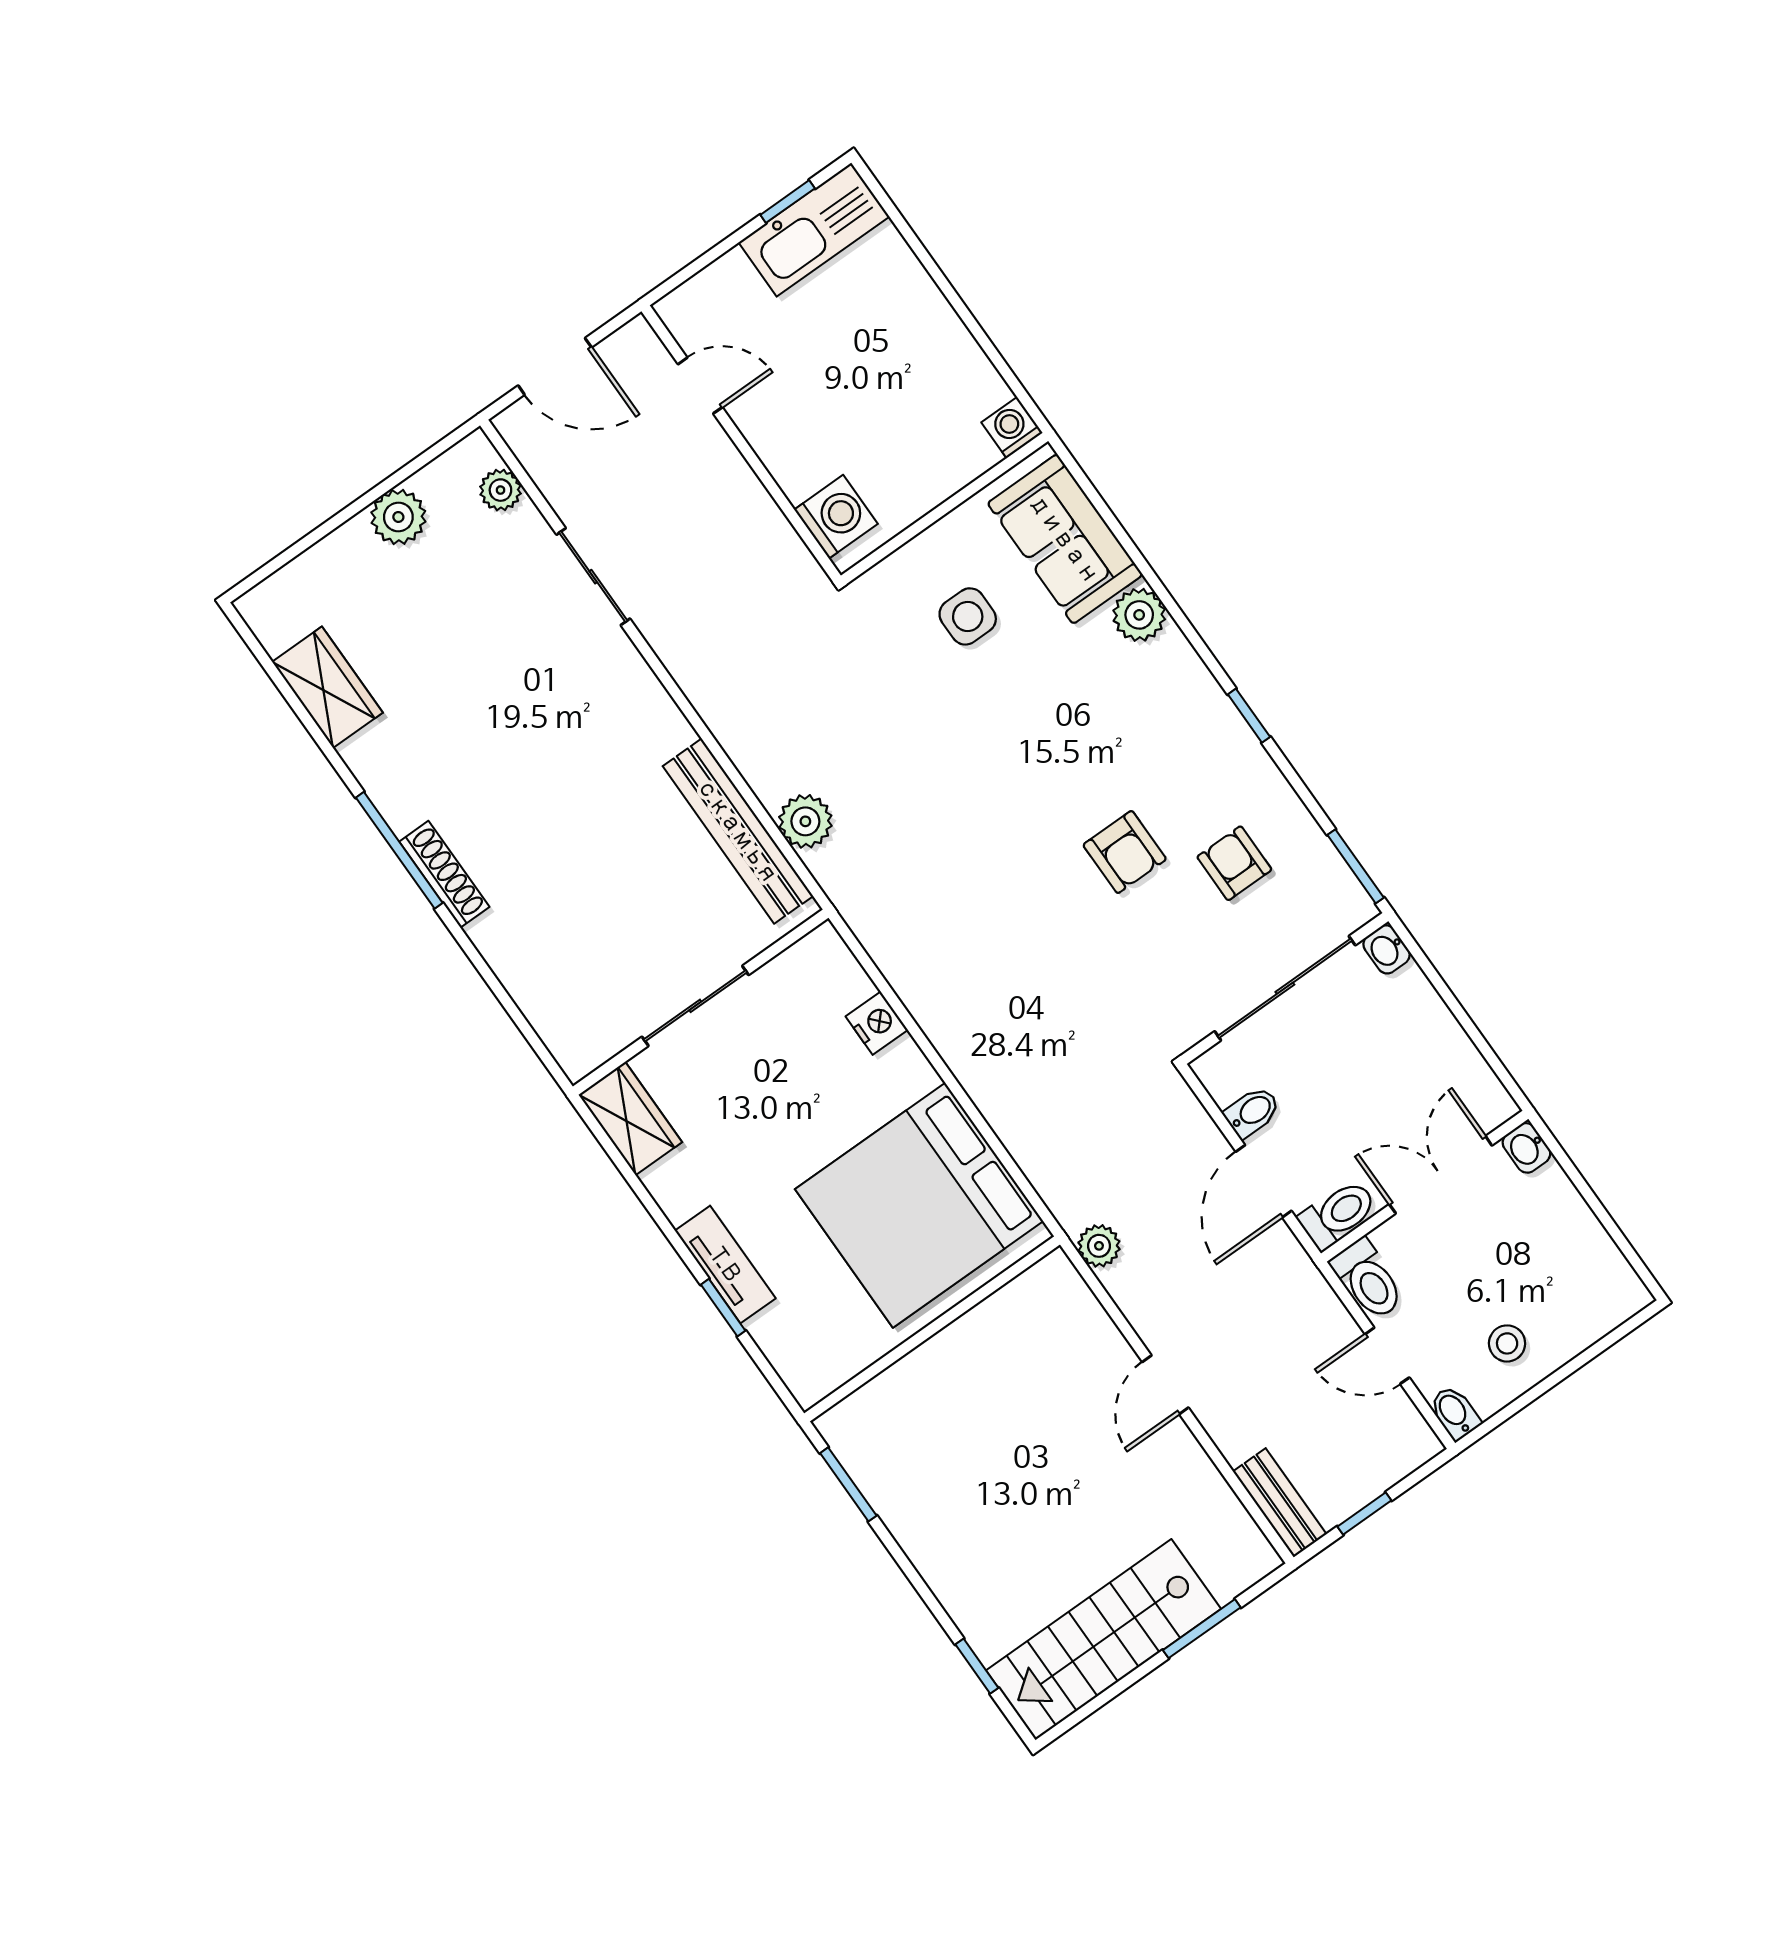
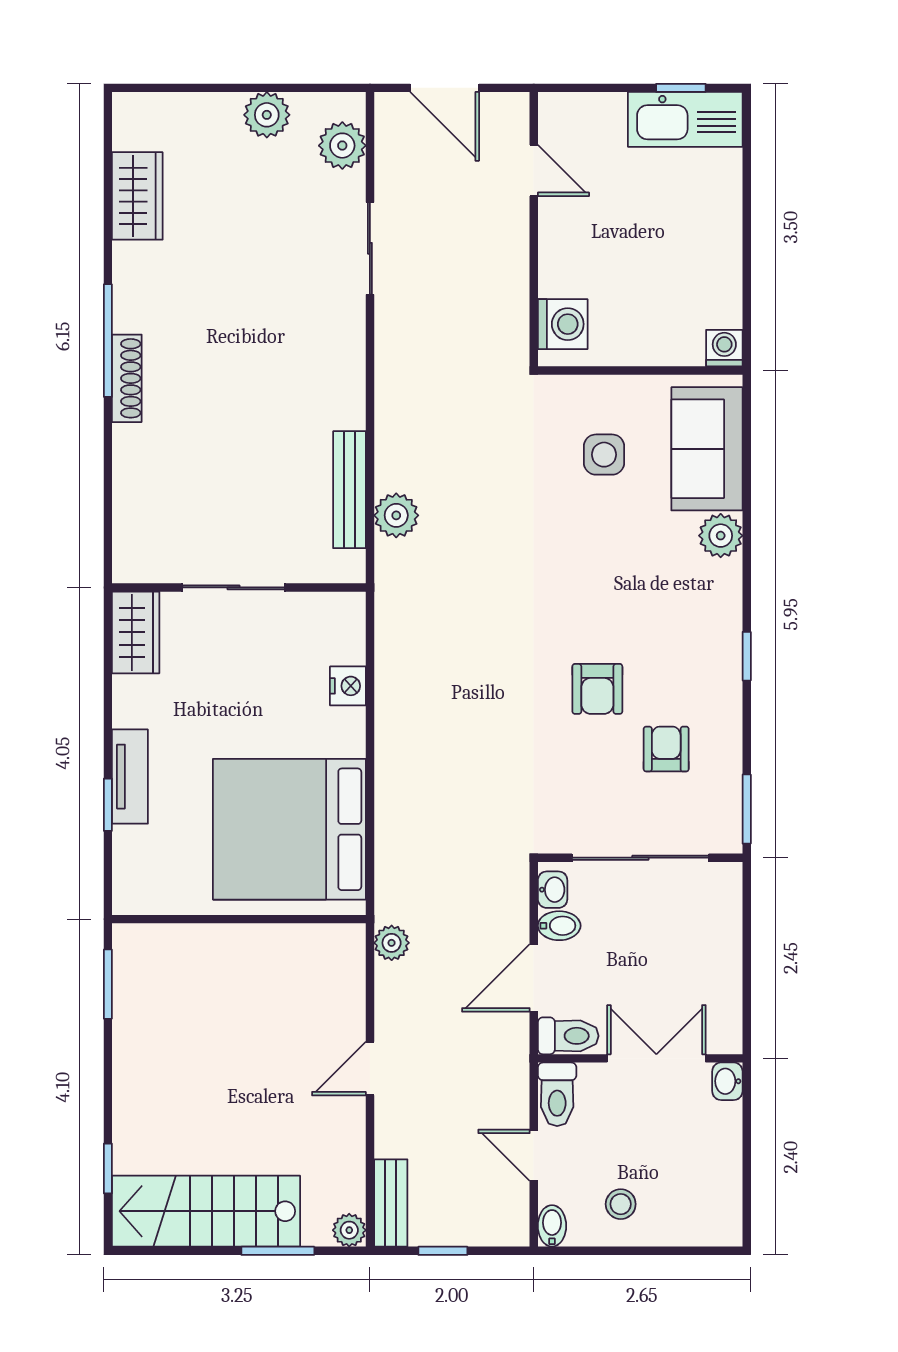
plant: (500, 490) -> (342, 146), width x1.38, depth x1.38
bench: (738, 831) -> (349, 490), width x0.73, depth x0.82
washbasin: (1387, 949) -> (553, 890), moved, turned 180
plant: (1258, 1558) -> (349, 1230), added

